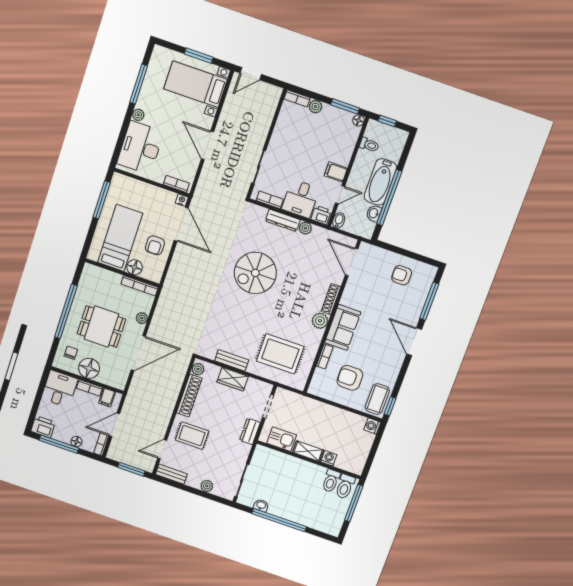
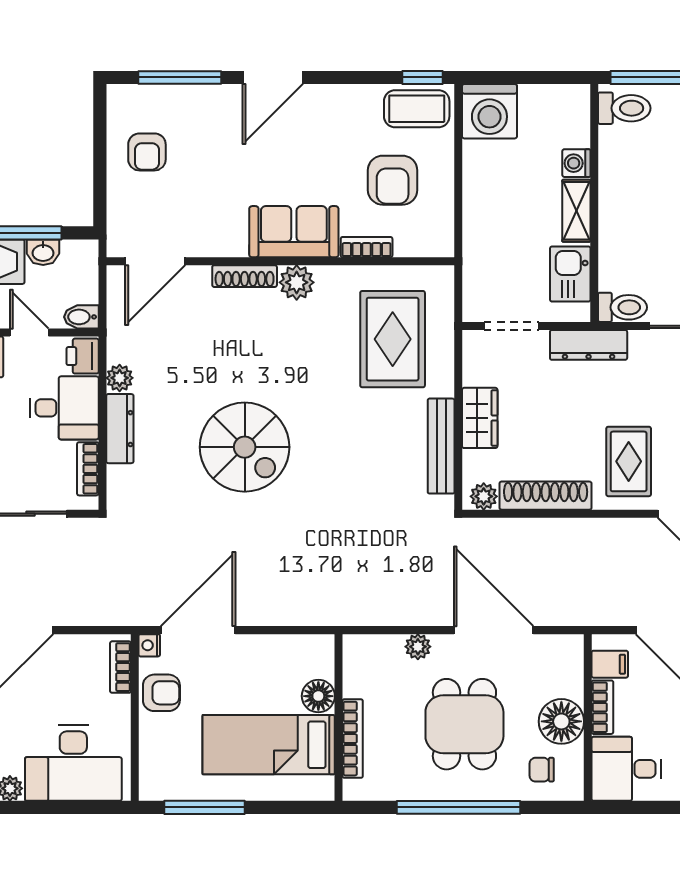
armchair: (155, 245) -> (161, 693), moved
bookcase: (140, 286) -> (353, 739), moved
bench: (232, 360) -> (441, 446), width x1.36
washing machine: (372, 426) -> (489, 111), width x1.89, depth x1.89
dresser: (250, 431) -> (589, 345), width x1.44
toilet: (331, 481) -> (622, 307), moved

